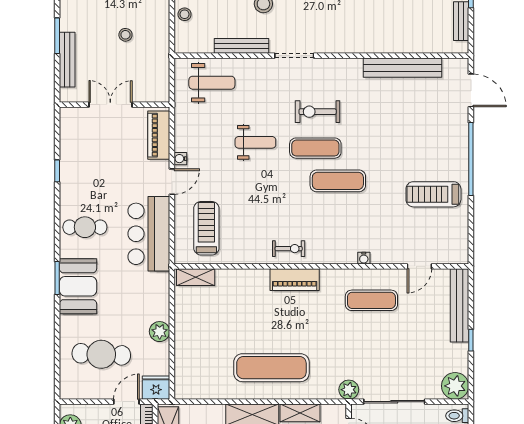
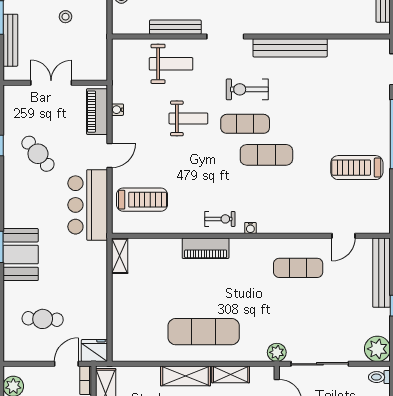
bench: (403, 68) -> (290, 48), moved
weight bench: (212, 83) -> (171, 64), moved
water cooler: (180, 159) -> (117, 110), moved
cafe table: (85, 227) -> (38, 154), moved, turned 50
treadmill: (206, 228) -> (142, 200), turned 90
water cooler: (364, 258) -> (250, 228), moved
shelving: (196, 277) -> (120, 256), moved, turned 90
piano: (295, 280) -> (206, 248), moved
plant: (160, 332) -> (98, 297), removed
cafe table: (101, 354) -> (43, 319), width x0.73, depth x0.74

